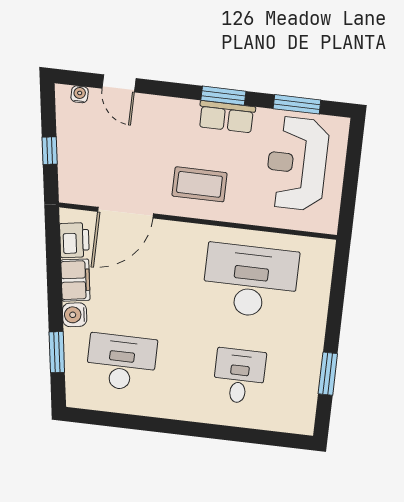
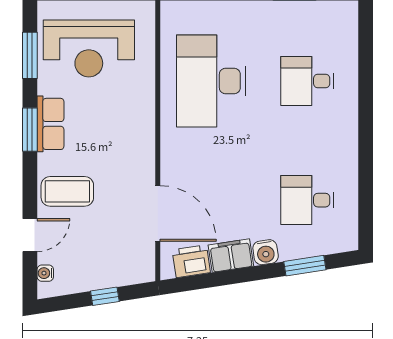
coffee table: (199, 184) -> (67, 191), moved, turned 90
desk: (121, 362) -> (307, 200), width x0.73

